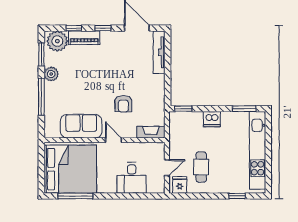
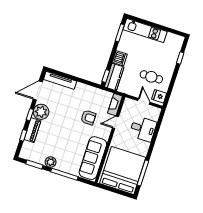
plant: (57, 41) -> (41, 112), moved
kitchen counter: (186, 120) -> (114, 77), added
sofa: (81, 126) -> (93, 158), width x1.36
door: (113, 140) -> (116, 122), moved
kitchen unit: (258, 150) -> (145, 31), width x0.73

